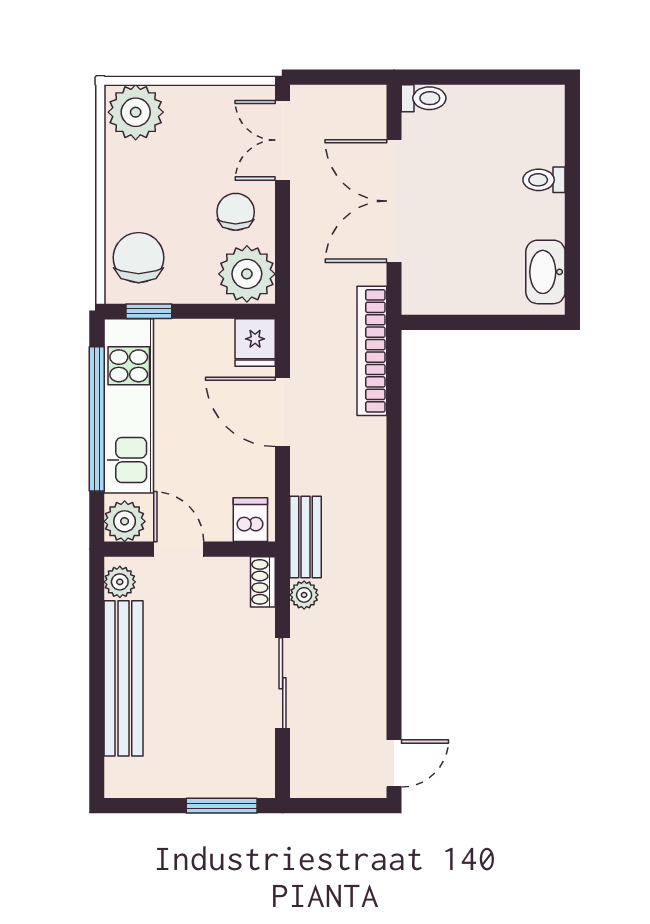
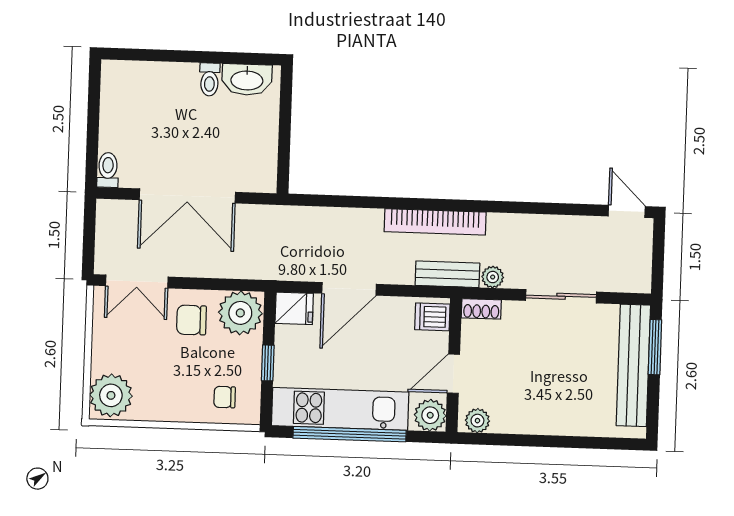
toilet: (544, 180) -> (210, 79), moved
chair: (139, 258) -> (225, 397), width x0.54, depth x0.54
window: (149, 311) -> (268, 363), moved
bookcase: (372, 351) -> (435, 222), moved
bench: (123, 678) -> (633, 365), moved, turned 90

